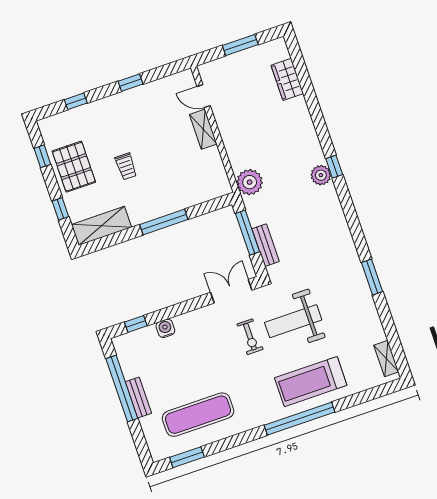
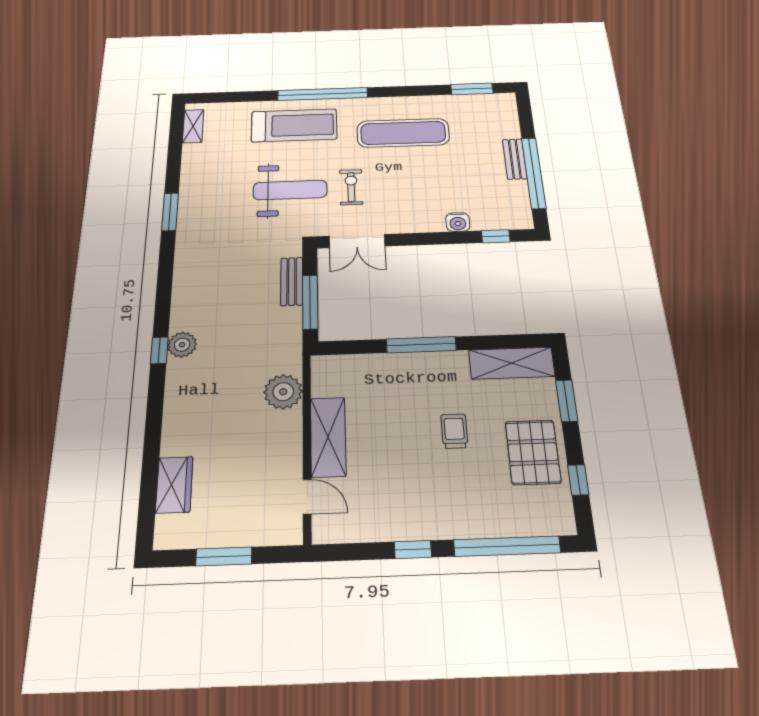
window: (76, 101) -> (507, 546), width x3.17
shelving: (203, 129) -> (328, 437), width x1.50, depth x1.33
plant: (250, 182) -> (283, 392), moved
window: (60, 209) -> (567, 401), width x1.50
exercise mat: (198, 415) -> (403, 133), moved

